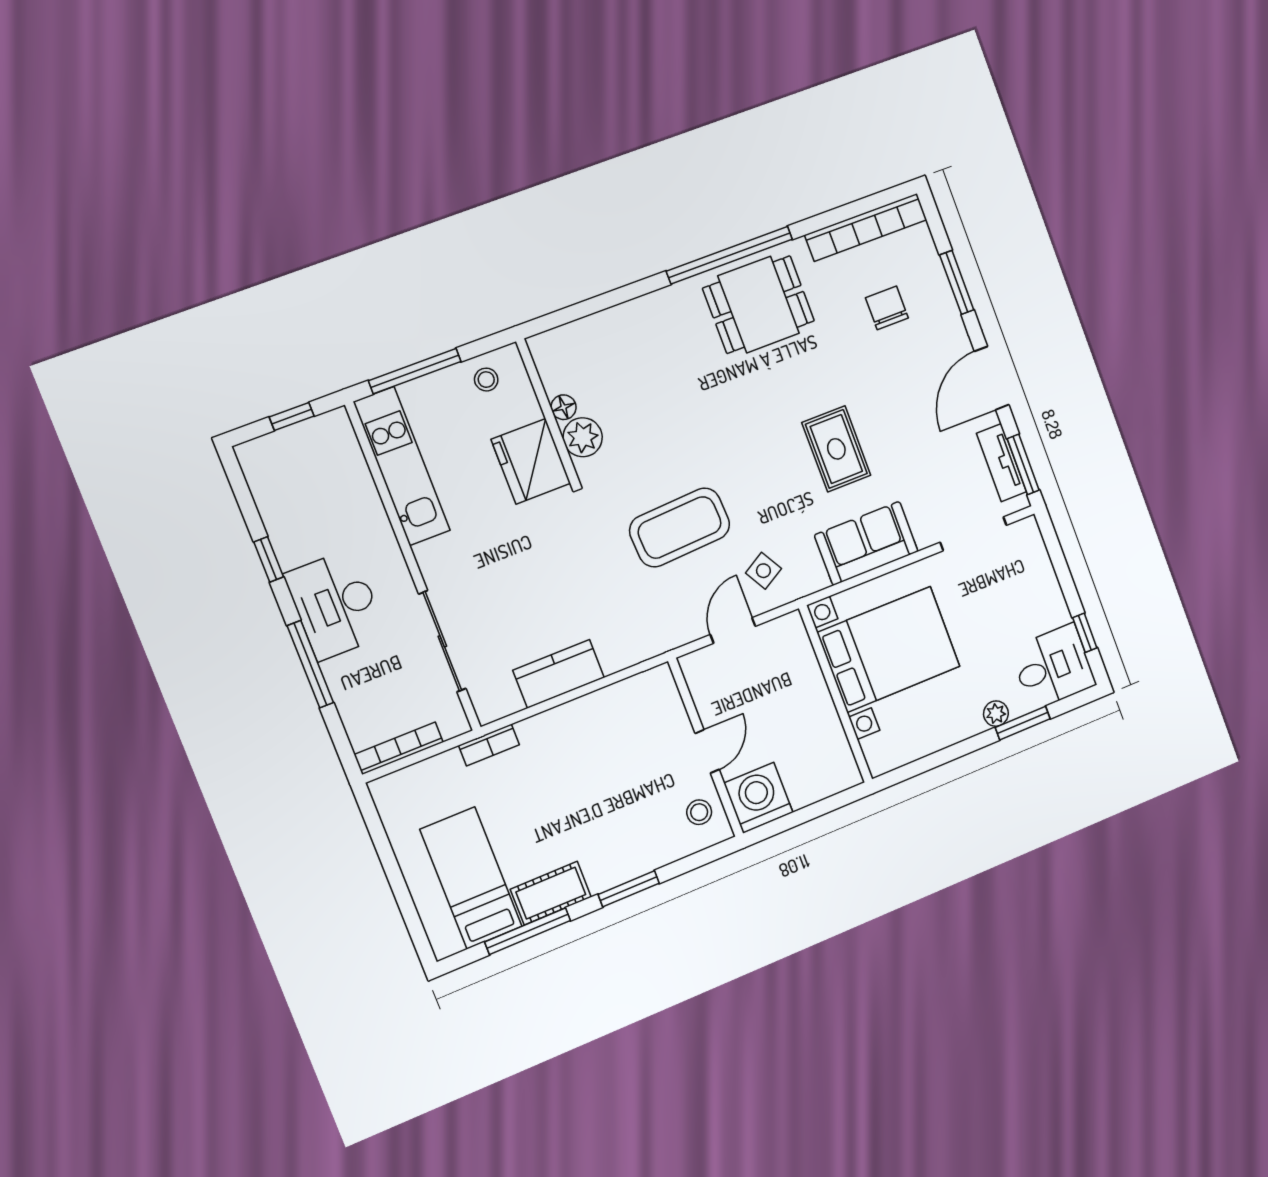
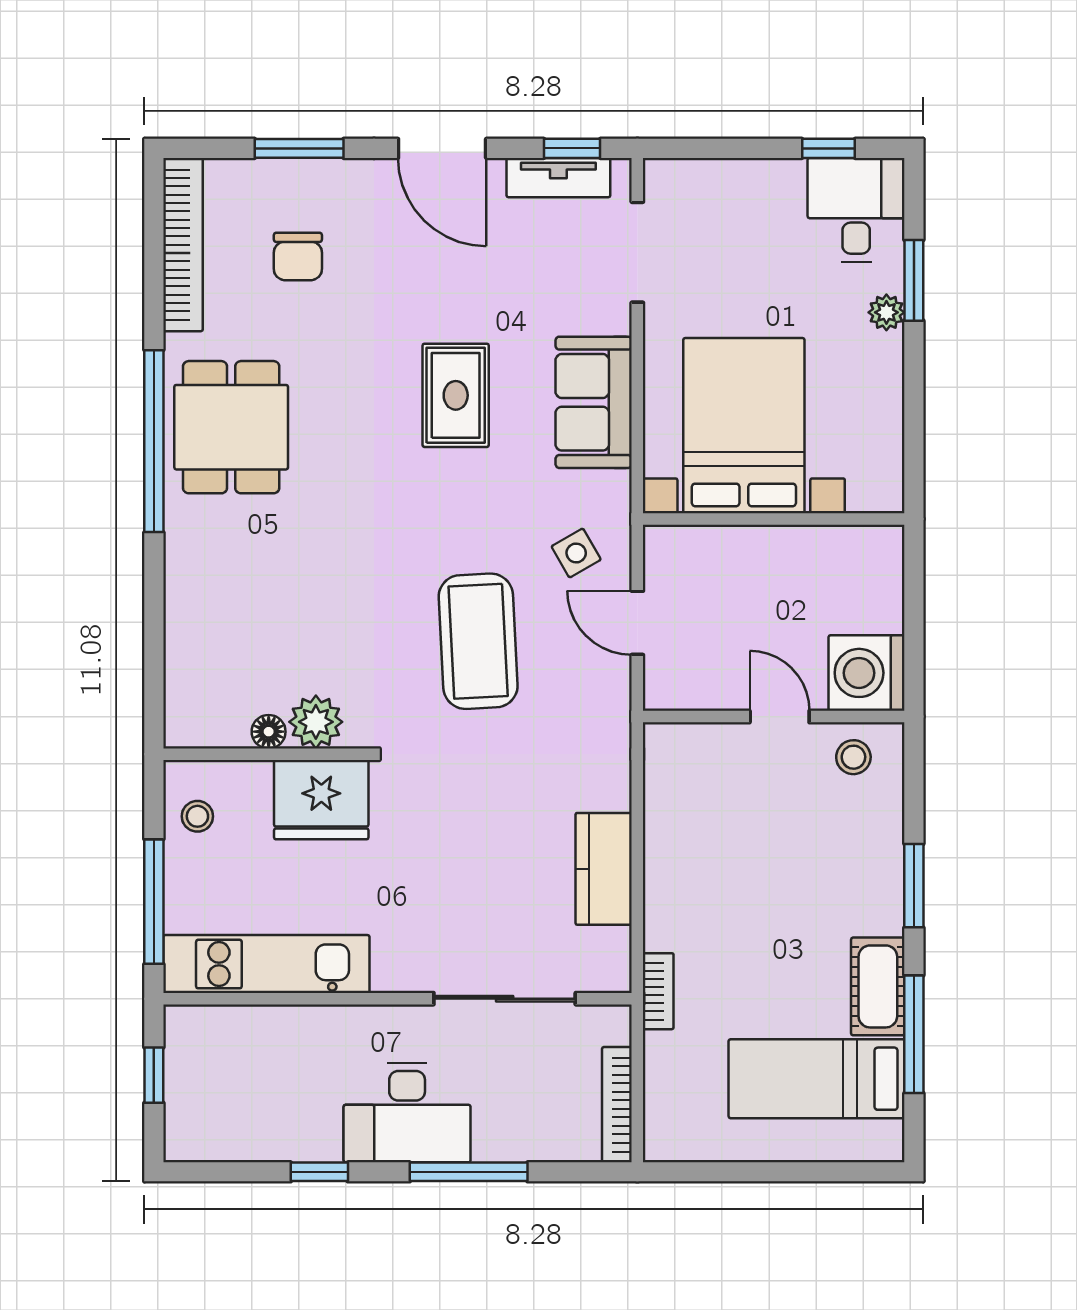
chair: (887, 308) -> (298, 256), turned -90
rug: (836, 449) -> (456, 395), turned 90
window: (1023, 464) -> (572, 148), width x0.67

